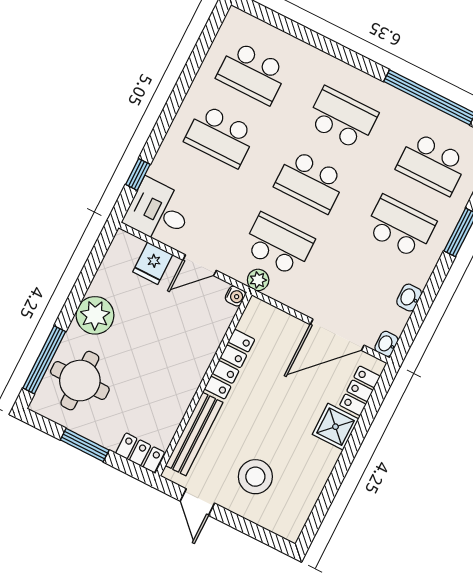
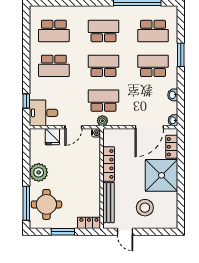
school desk: (310, 181) -> (103, 66), turned 180
shower: (335, 427) -> (162, 175), width x1.86, depth x1.86

